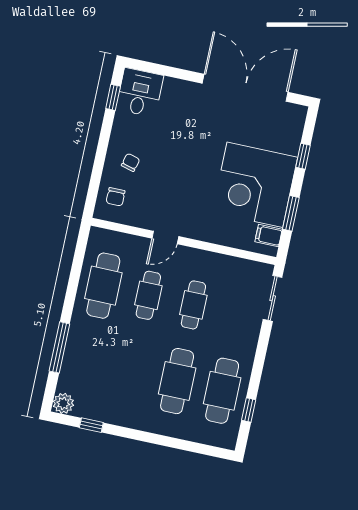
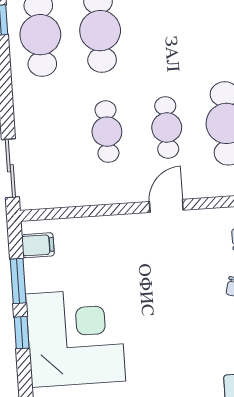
window: (303, 156) -> (22, 333), moved
corner desk: (255, 185) -> (76, 338), moved

